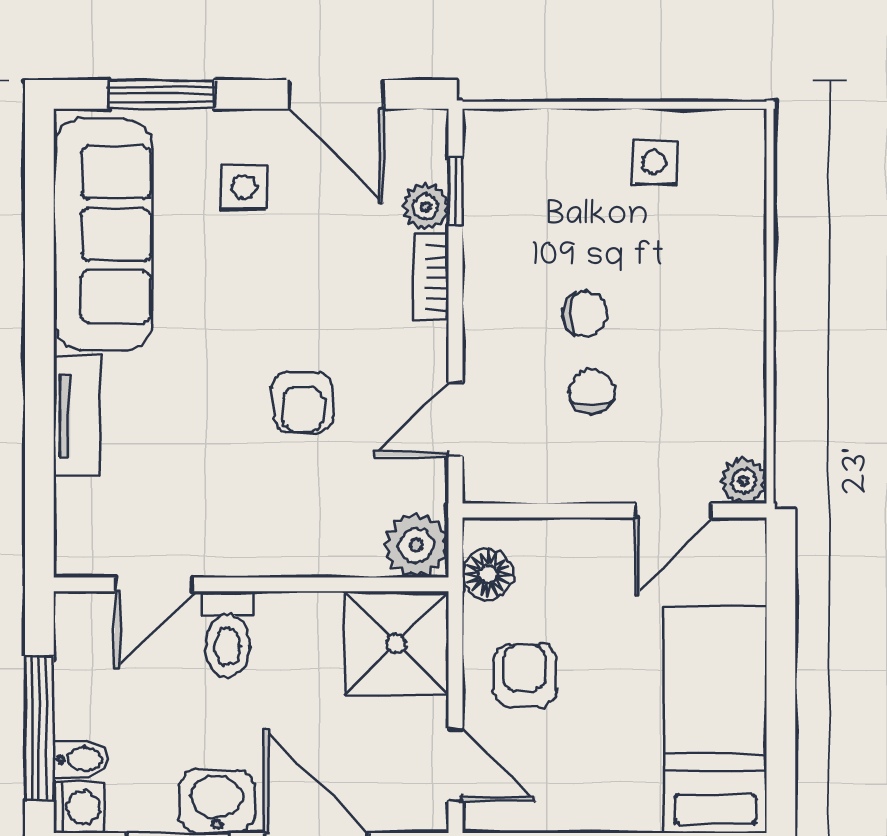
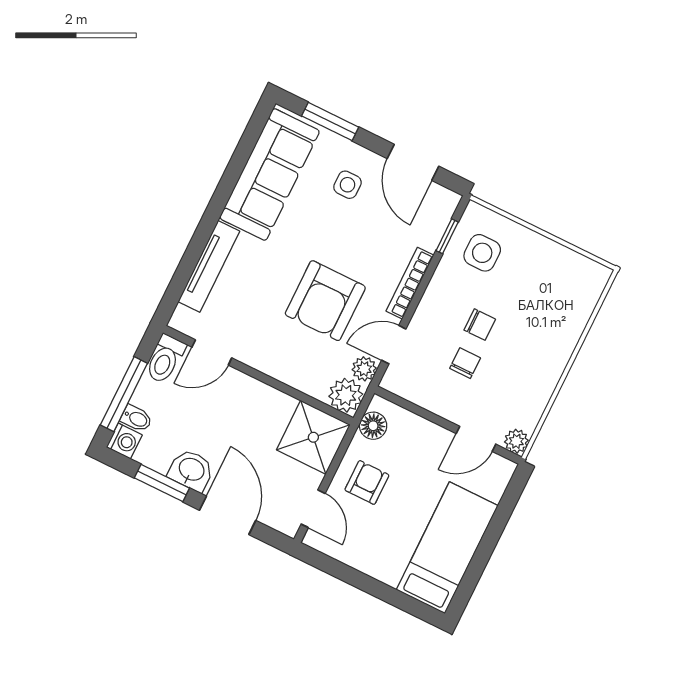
side table: (654, 162) -> (482, 253), moved, width x1.37, depth x1.37
plant: (425, 207) -> (364, 369), moved
bookcase: (431, 278) -> (410, 283), width x1.56
armchair: (303, 402) -> (325, 301), width x1.88, depth x1.88
tv unit: (77, 416) -> (209, 266), width x1.41
toilet: (227, 634) -> (165, 359), moved

